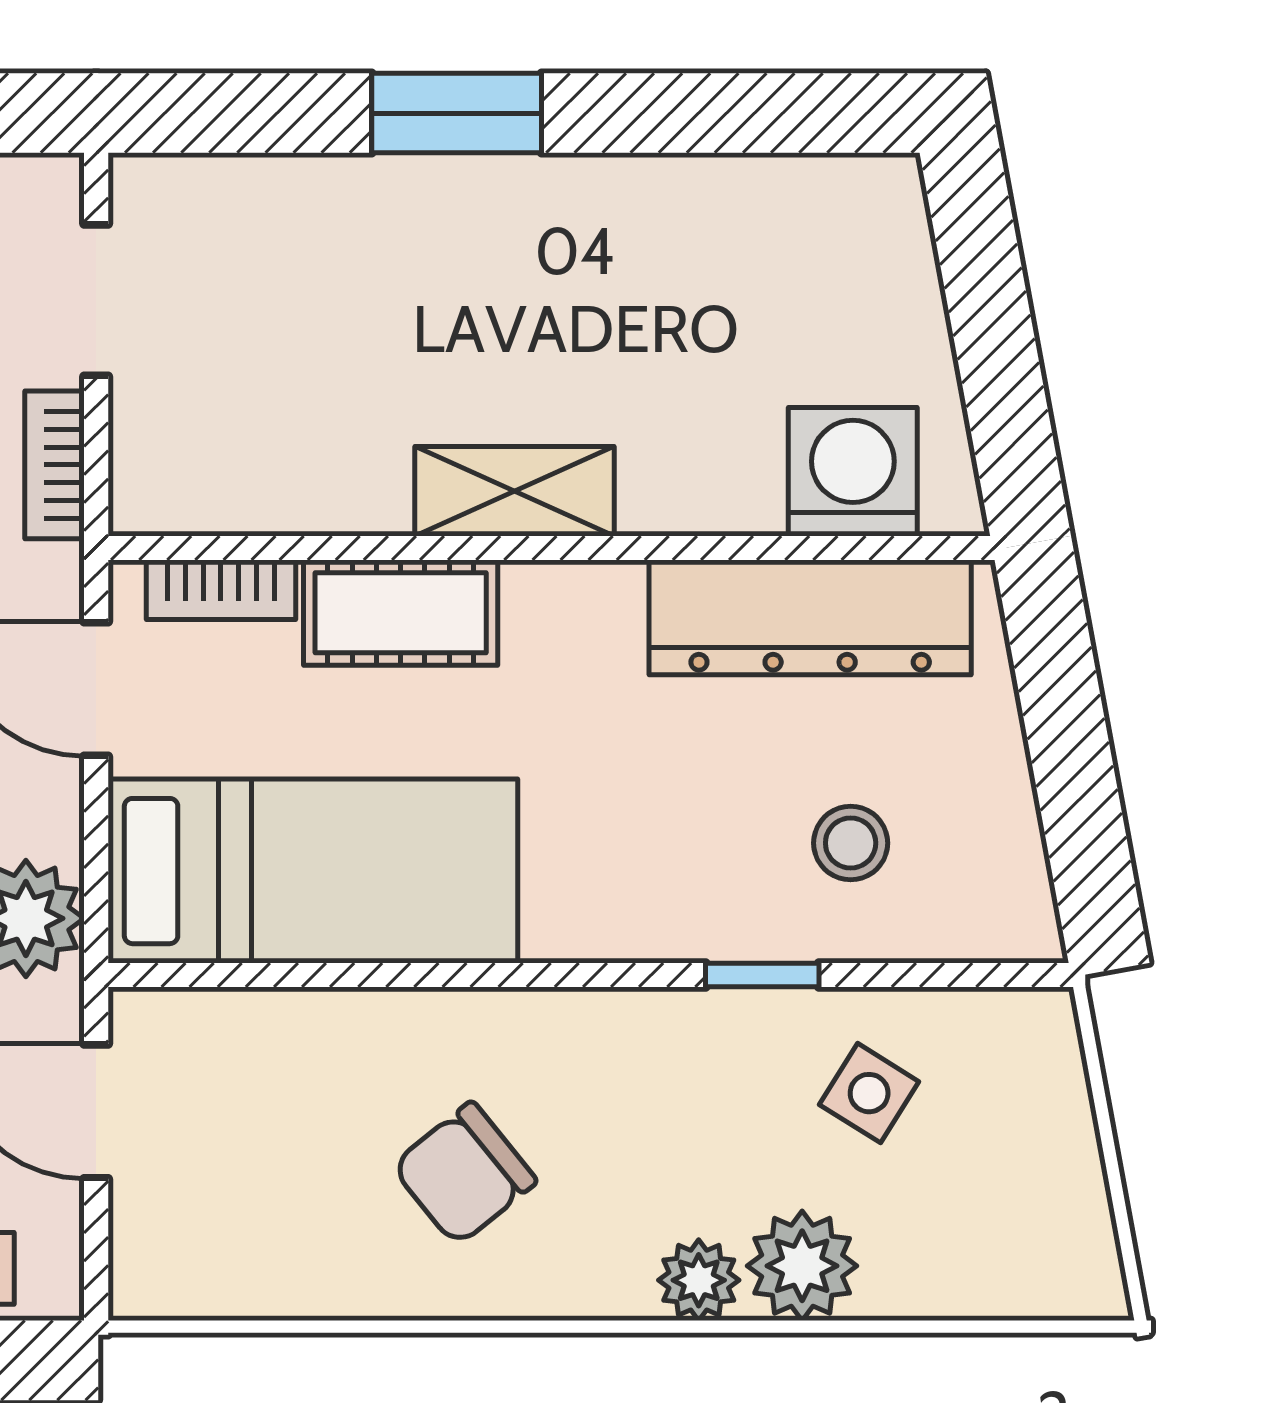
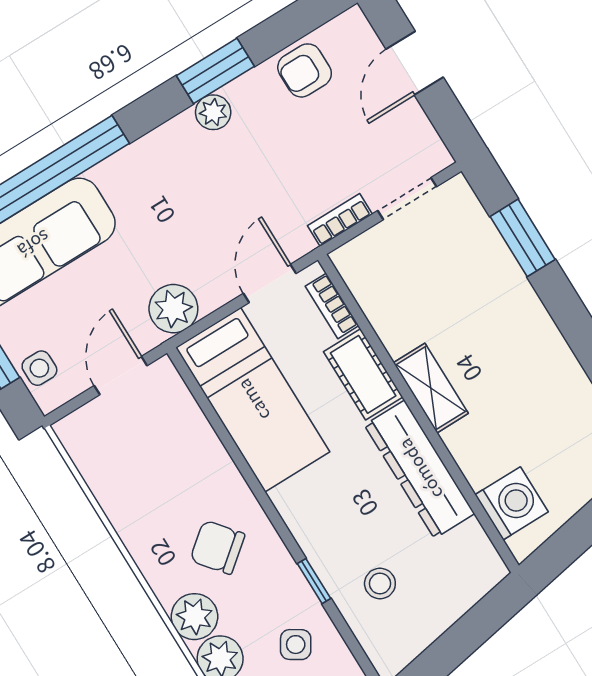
window: (457, 113) -> (523, 238), moved
dresser: (810, 617) -> (420, 469), moved
chair: (464, 1174) -> (217, 547), moved
plant: (699, 1280) -> (194, 617), width x1.38, depth x1.38

